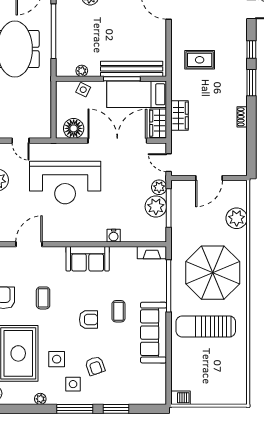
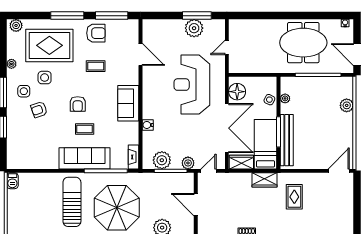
wardrobe: (179, 115) -> (265, 180), moved
plant: (156, 207) -> (162, 160), moved
sofa: (154, 333) -> (85, 158), moved

